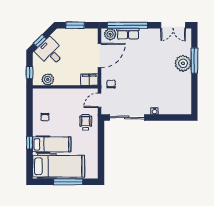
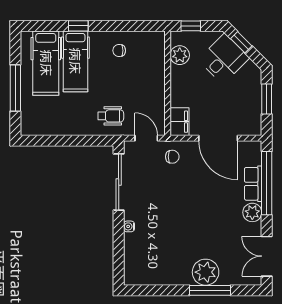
plant: (110, 34) -> (252, 212), moved
hospital bed: (59, 166) -> (46, 63), width x0.73, depth x0.78

